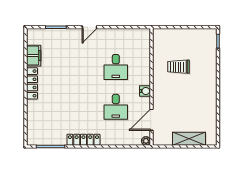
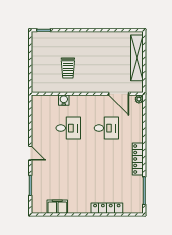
locker: (32, 83) -> (107, 208), moved
water cooler: (145, 91) -> (64, 100), moved
shelving: (189, 139) -> (137, 58), width x1.47

